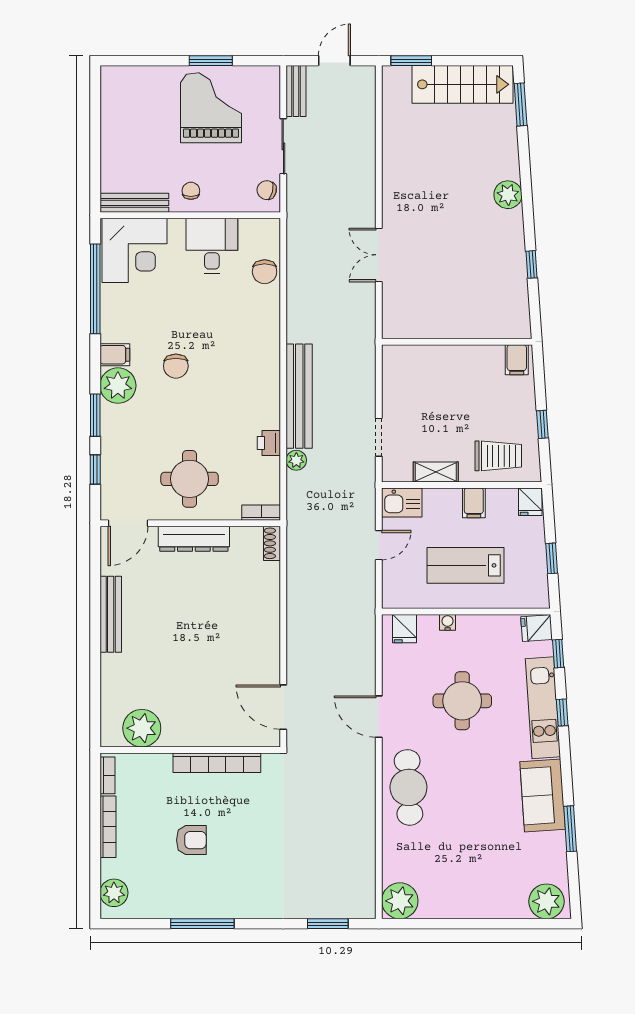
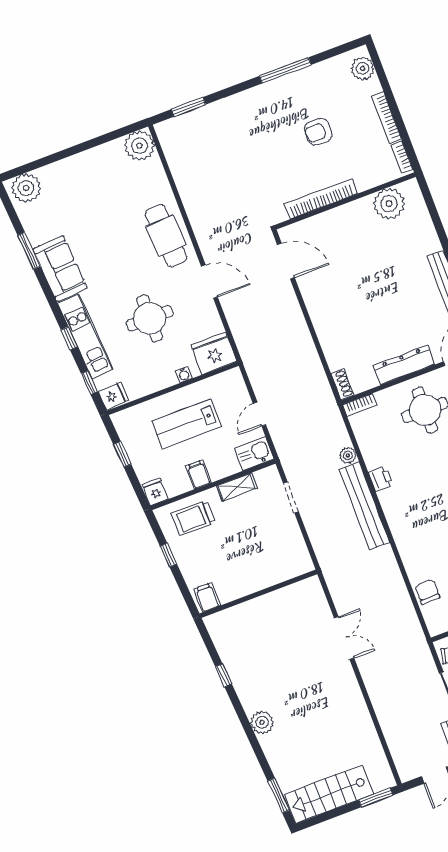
printer: (269, 443) -> (381, 479), moved
lab bench: (466, 565) -> (187, 424), turned 180
fridge: (405, 629) -> (214, 353), width x1.88, depth x1.34

